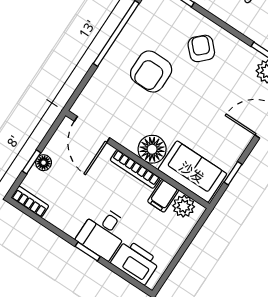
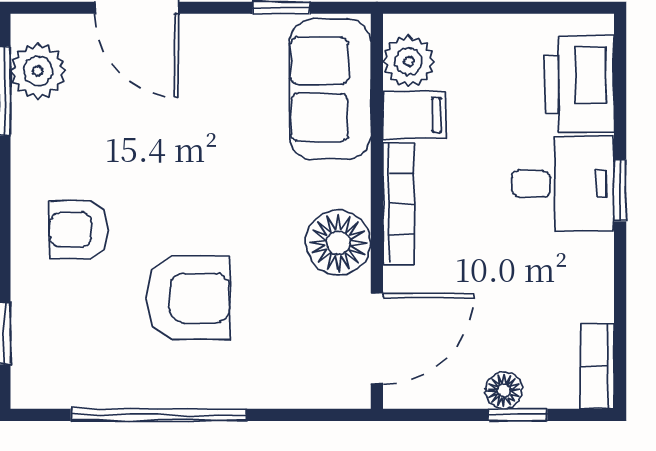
armchair: (201, 48) -> (79, 230), turned 44
floor lamp: (152, 149) -> (338, 243), moved

